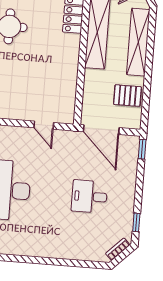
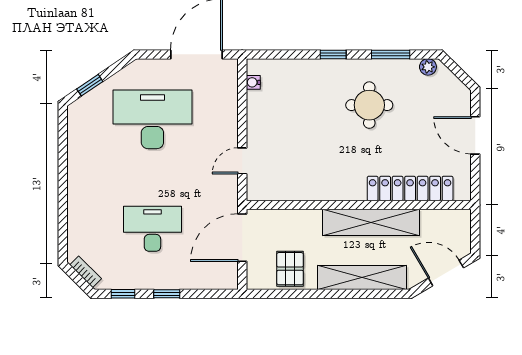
window: (142, 149) -> (167, 294), moved
desk: (89, 196) -> (152, 229), width x1.37

